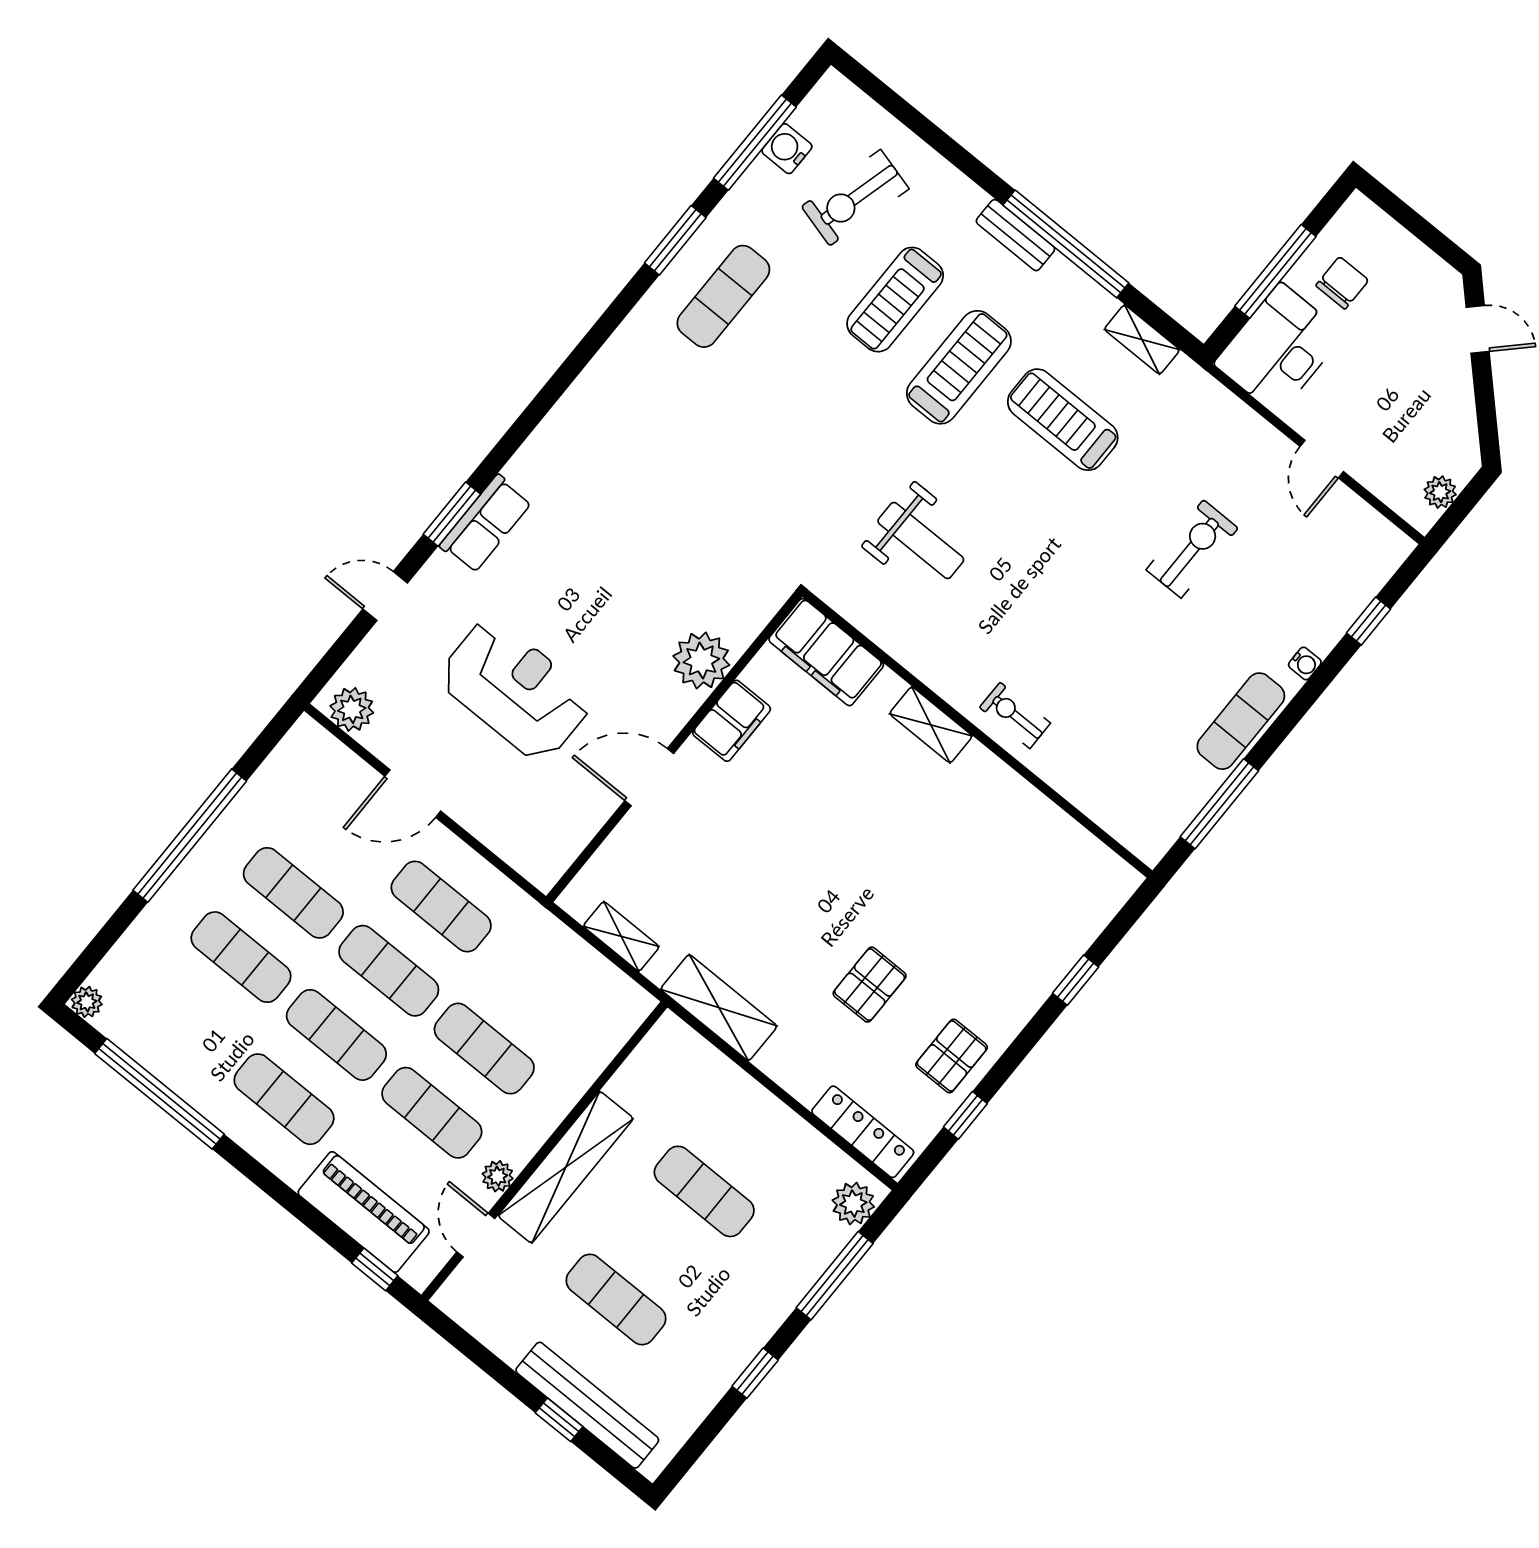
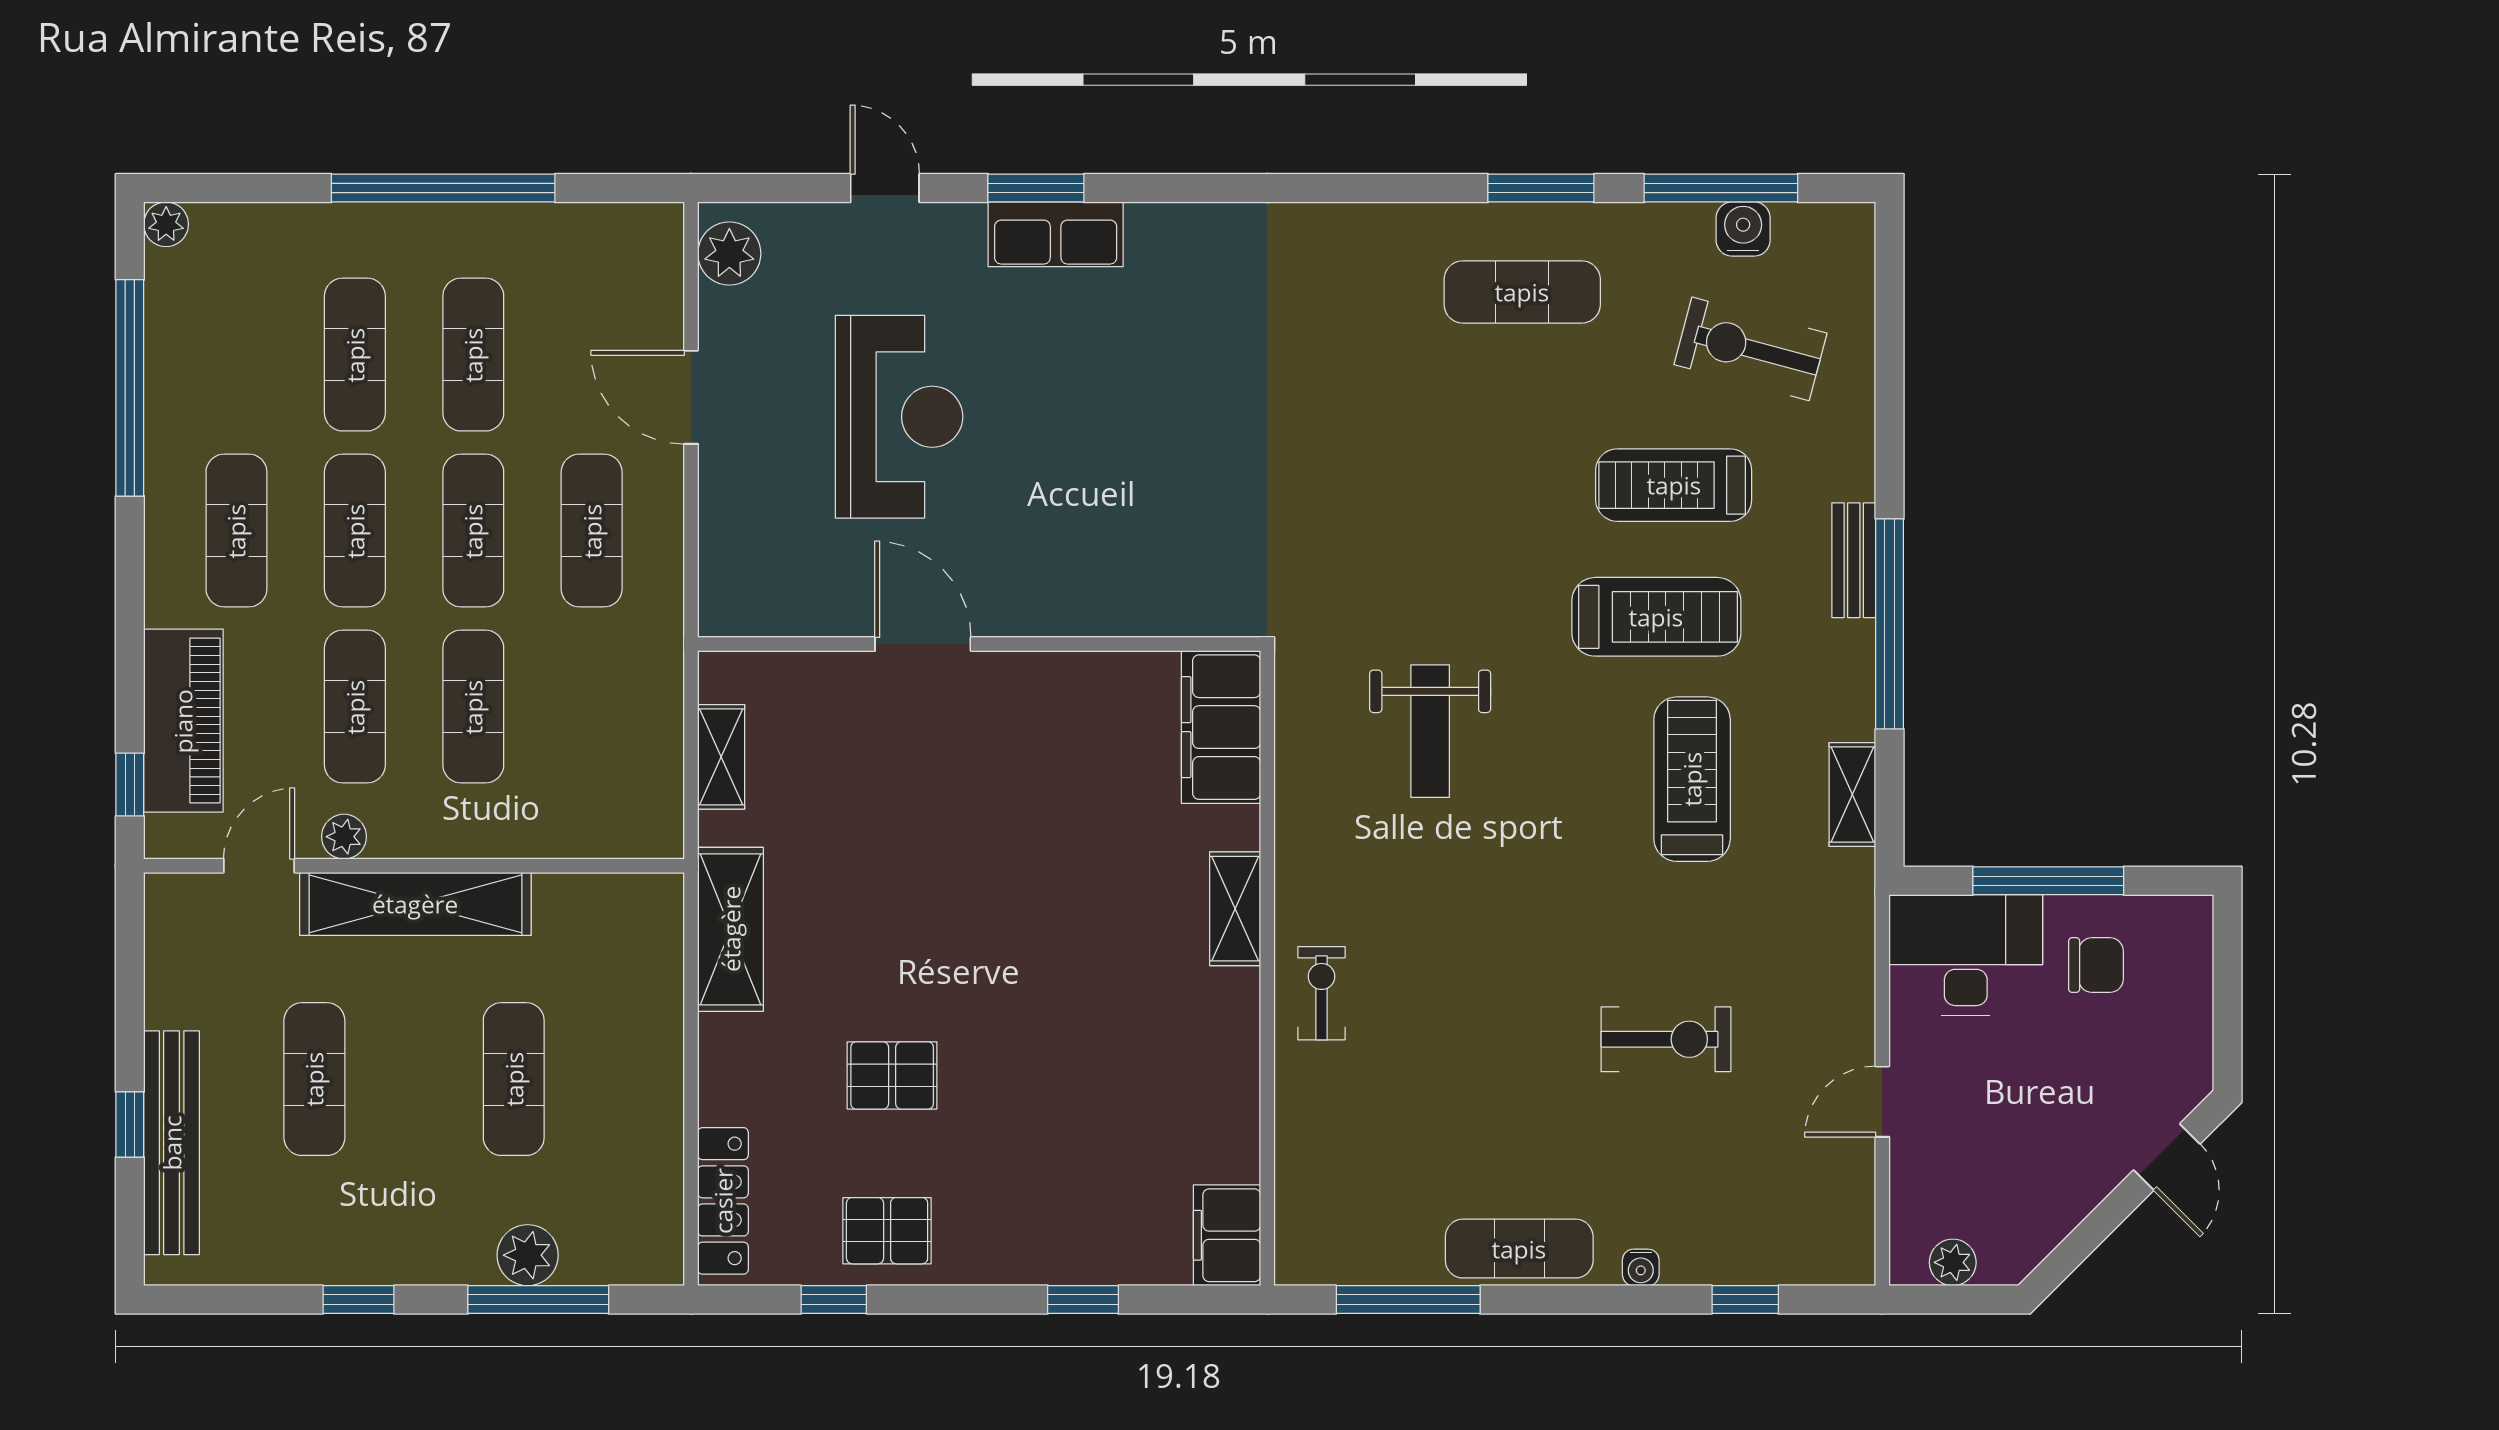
plant: (701, 660) -> (1099, 596), removed
filing cabinet: (732, 721) -> (1227, 1235), moved, turned 90
plant: (853, 1204) -> (528, 1255), moved

